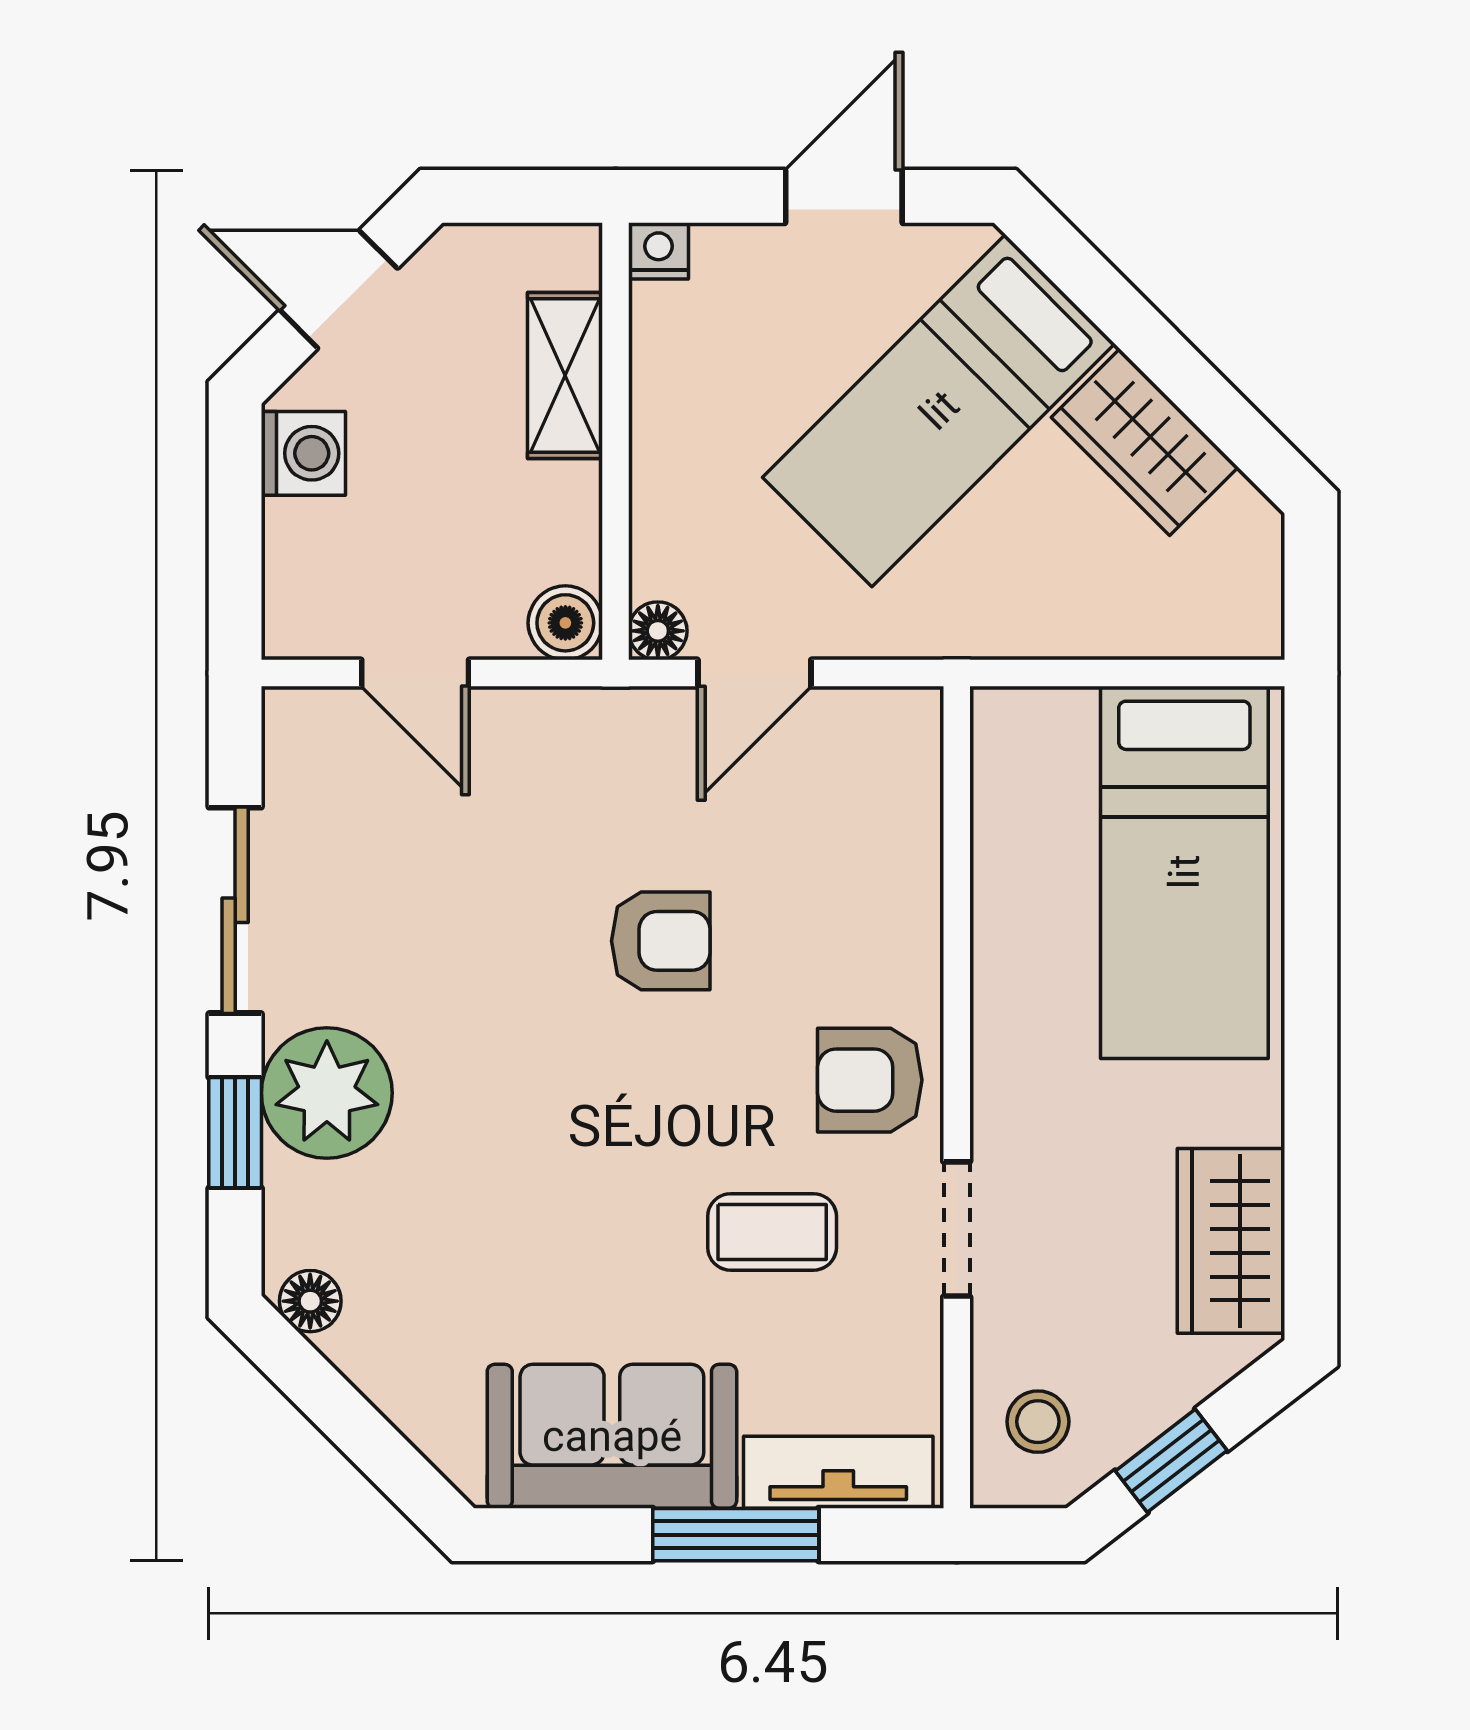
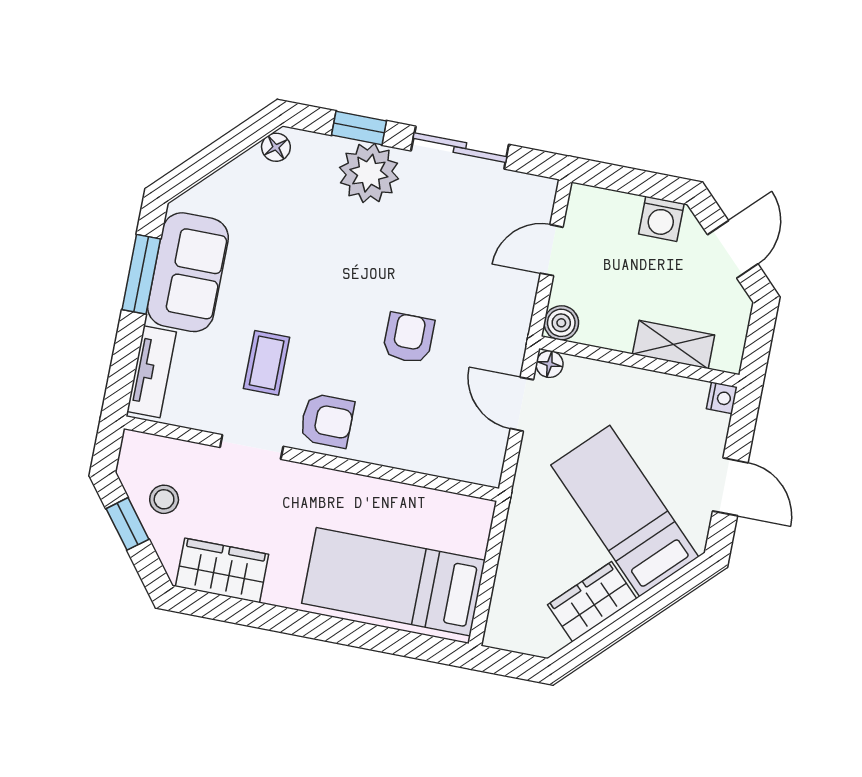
armchair: (661, 941) -> (408, 338), turned 180
armchair: (870, 1080) -> (327, 421), turned 90
stool: (1038, 1422) -> (164, 499), moved
window: (736, 1535) -> (141, 274), moved

